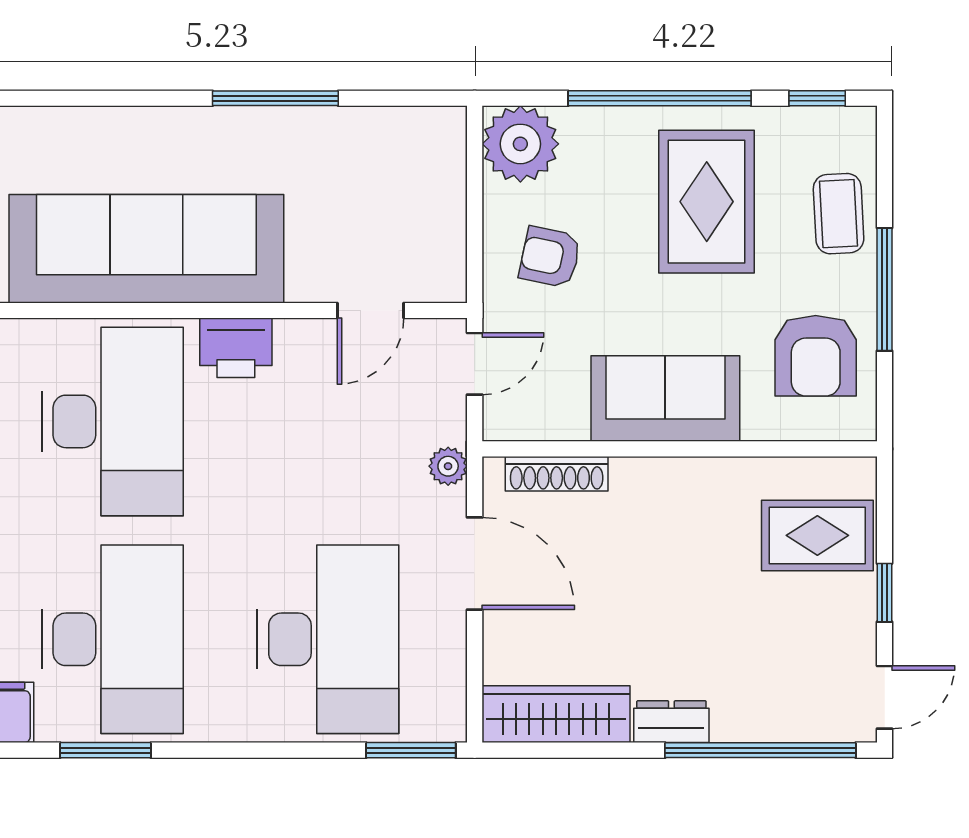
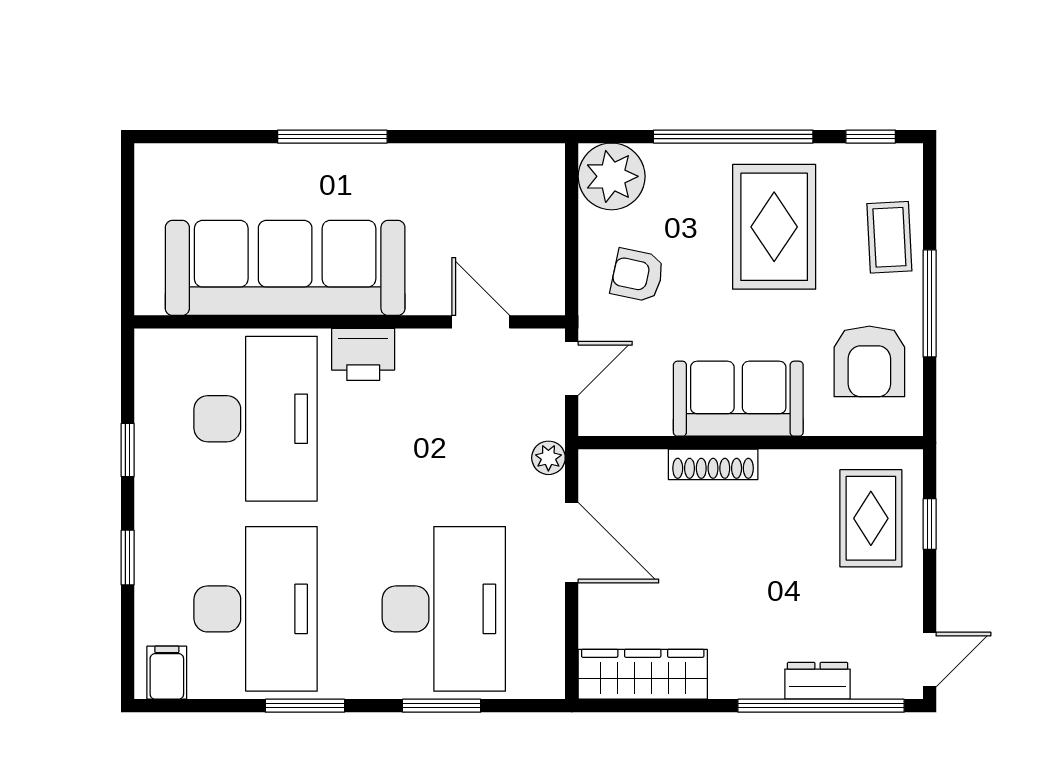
window: (275, 98) -> (332, 137), moved
door: (370, 311) -> (481, 322), swing flipped
shoe rack: (557, 474) -> (713, 464), moved
rug: (817, 535) -> (871, 518), turned 90
window: (885, 593) -> (930, 524), moved
dresser: (671, 722) -> (818, 681), moved
window: (106, 750) -> (305, 706), moved
window: (411, 750) -> (442, 706), moved

